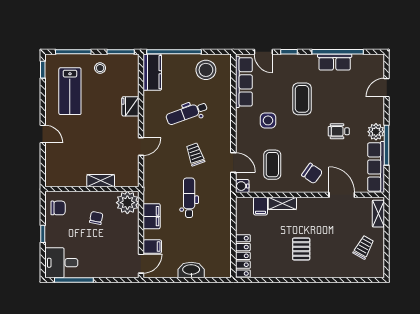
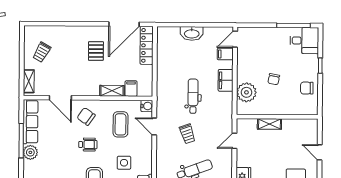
wheelchair: (339, 131) -> (88, 145), moved
shelving: (101, 181) -> (269, 124), moved
wall: (92, 189) -> (277, 117), moved
dental chair: (189, 198) -> (193, 96), turned 180
door: (269, 280) -> (124, 24), added

